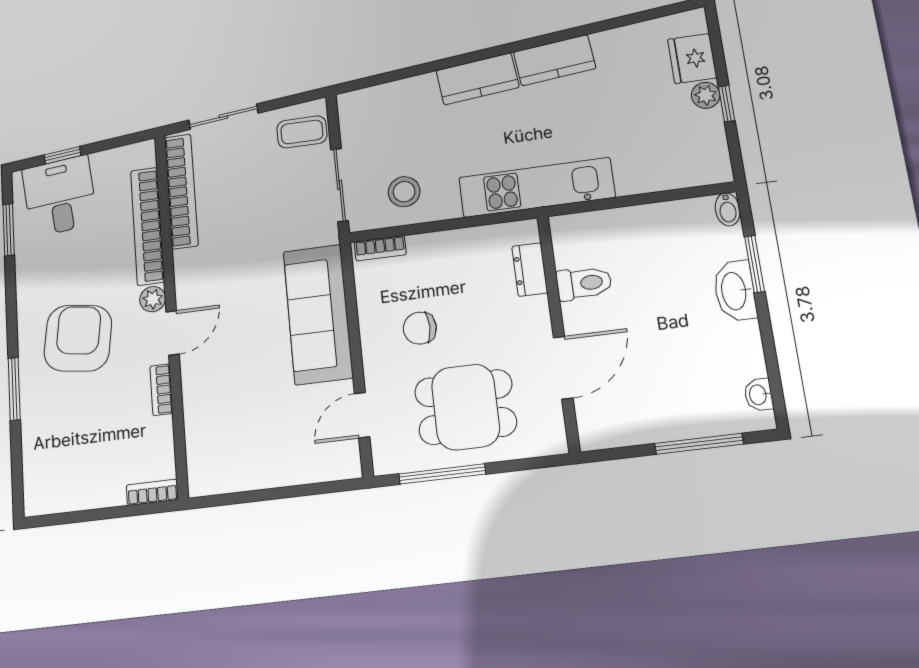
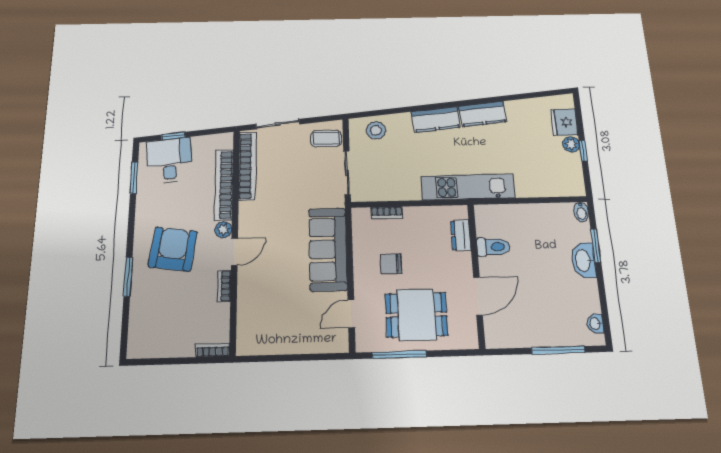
stool: (404, 192) -> (376, 130), moved
bookcase: (380, 248) -> (387, 213), moved

